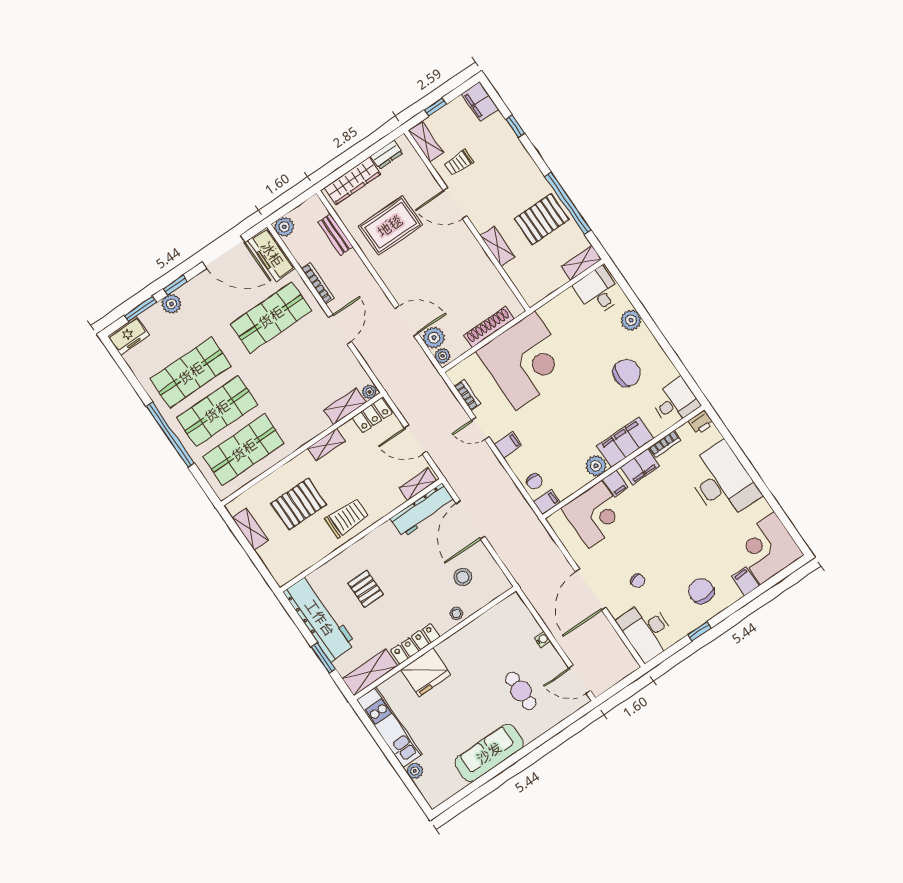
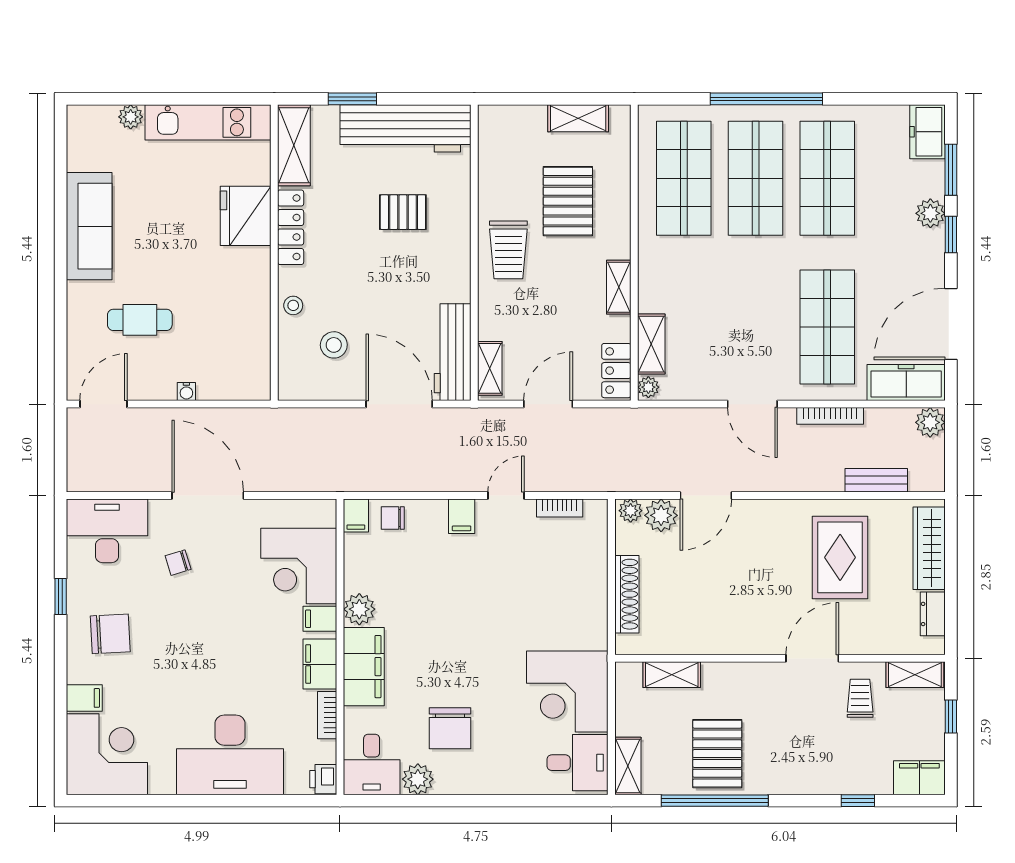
shelving: (498, 246) -> (672, 675), moved
plant: (631, 320) -> (418, 779), moved
corner desk: (525, 361) -> (567, 692), moved, width x0.74, depth x0.74

